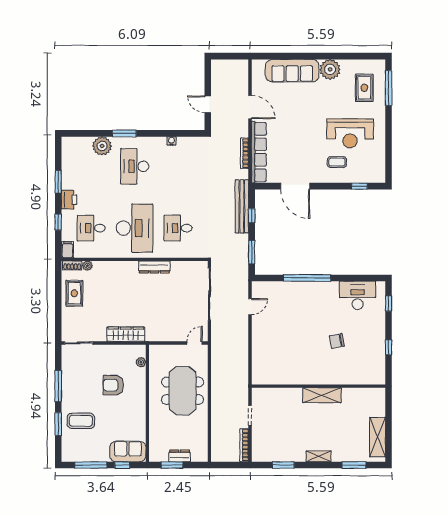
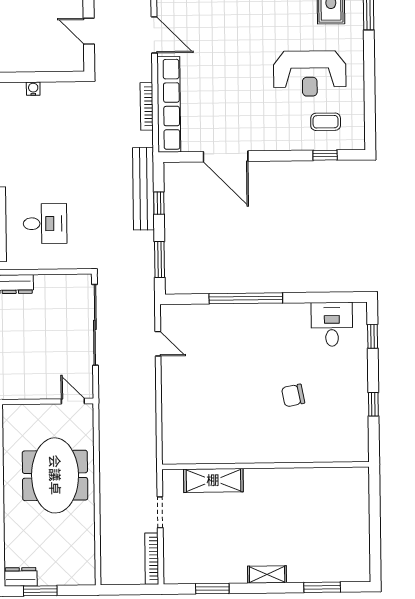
coffee table: (337, 162) -> (326, 122), moved
desk: (178, 228) -> (45, 224), turned 180
desk: (358, 295) -> (332, 324), width x0.73
door: (250, 307) -> (158, 344), hinge flipped
door: (195, 343) -> (73, 401), hinge flipped
shelving: (322, 395) -> (213, 480), moved
shelving: (377, 437) -> (358, 543), removed
dresser: (180, 456) -> (21, 577), moved

